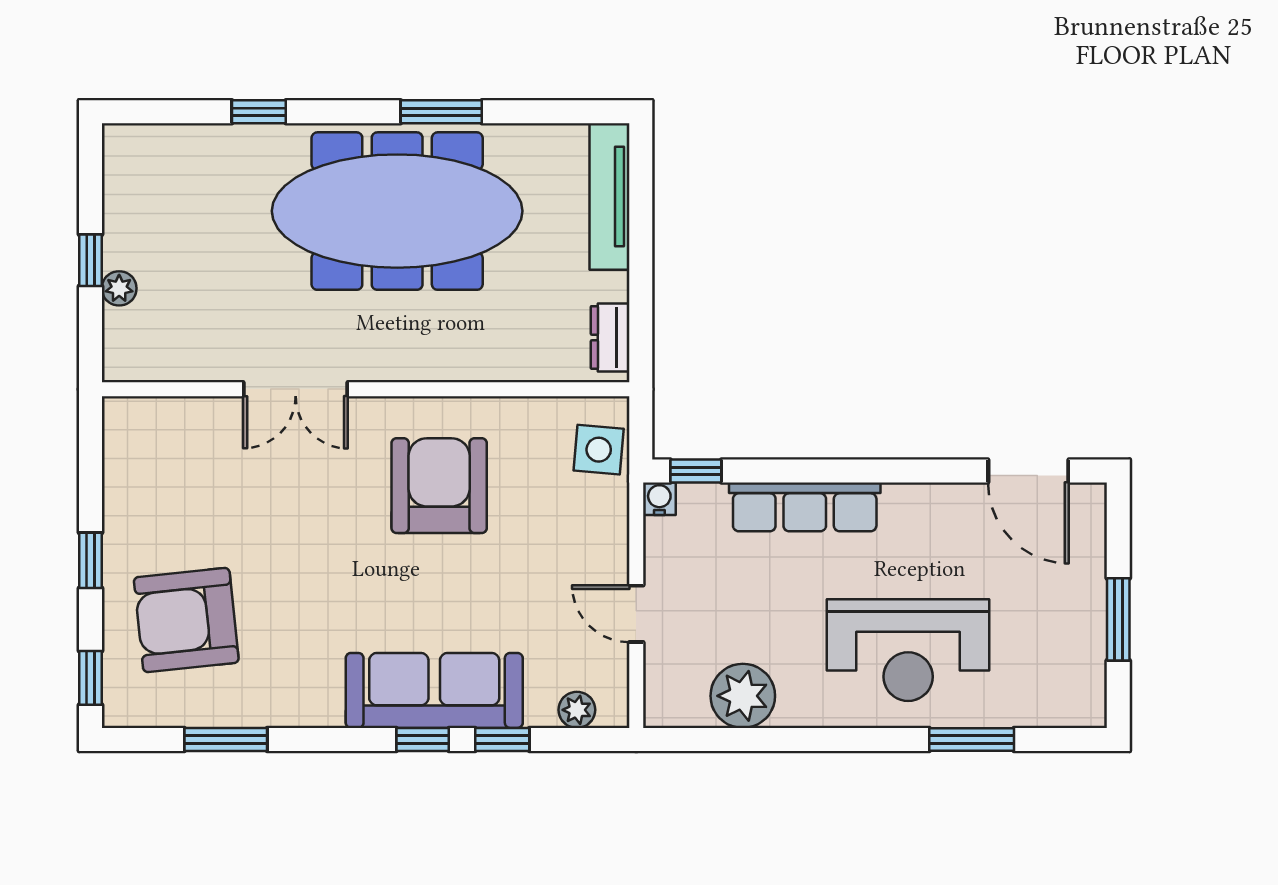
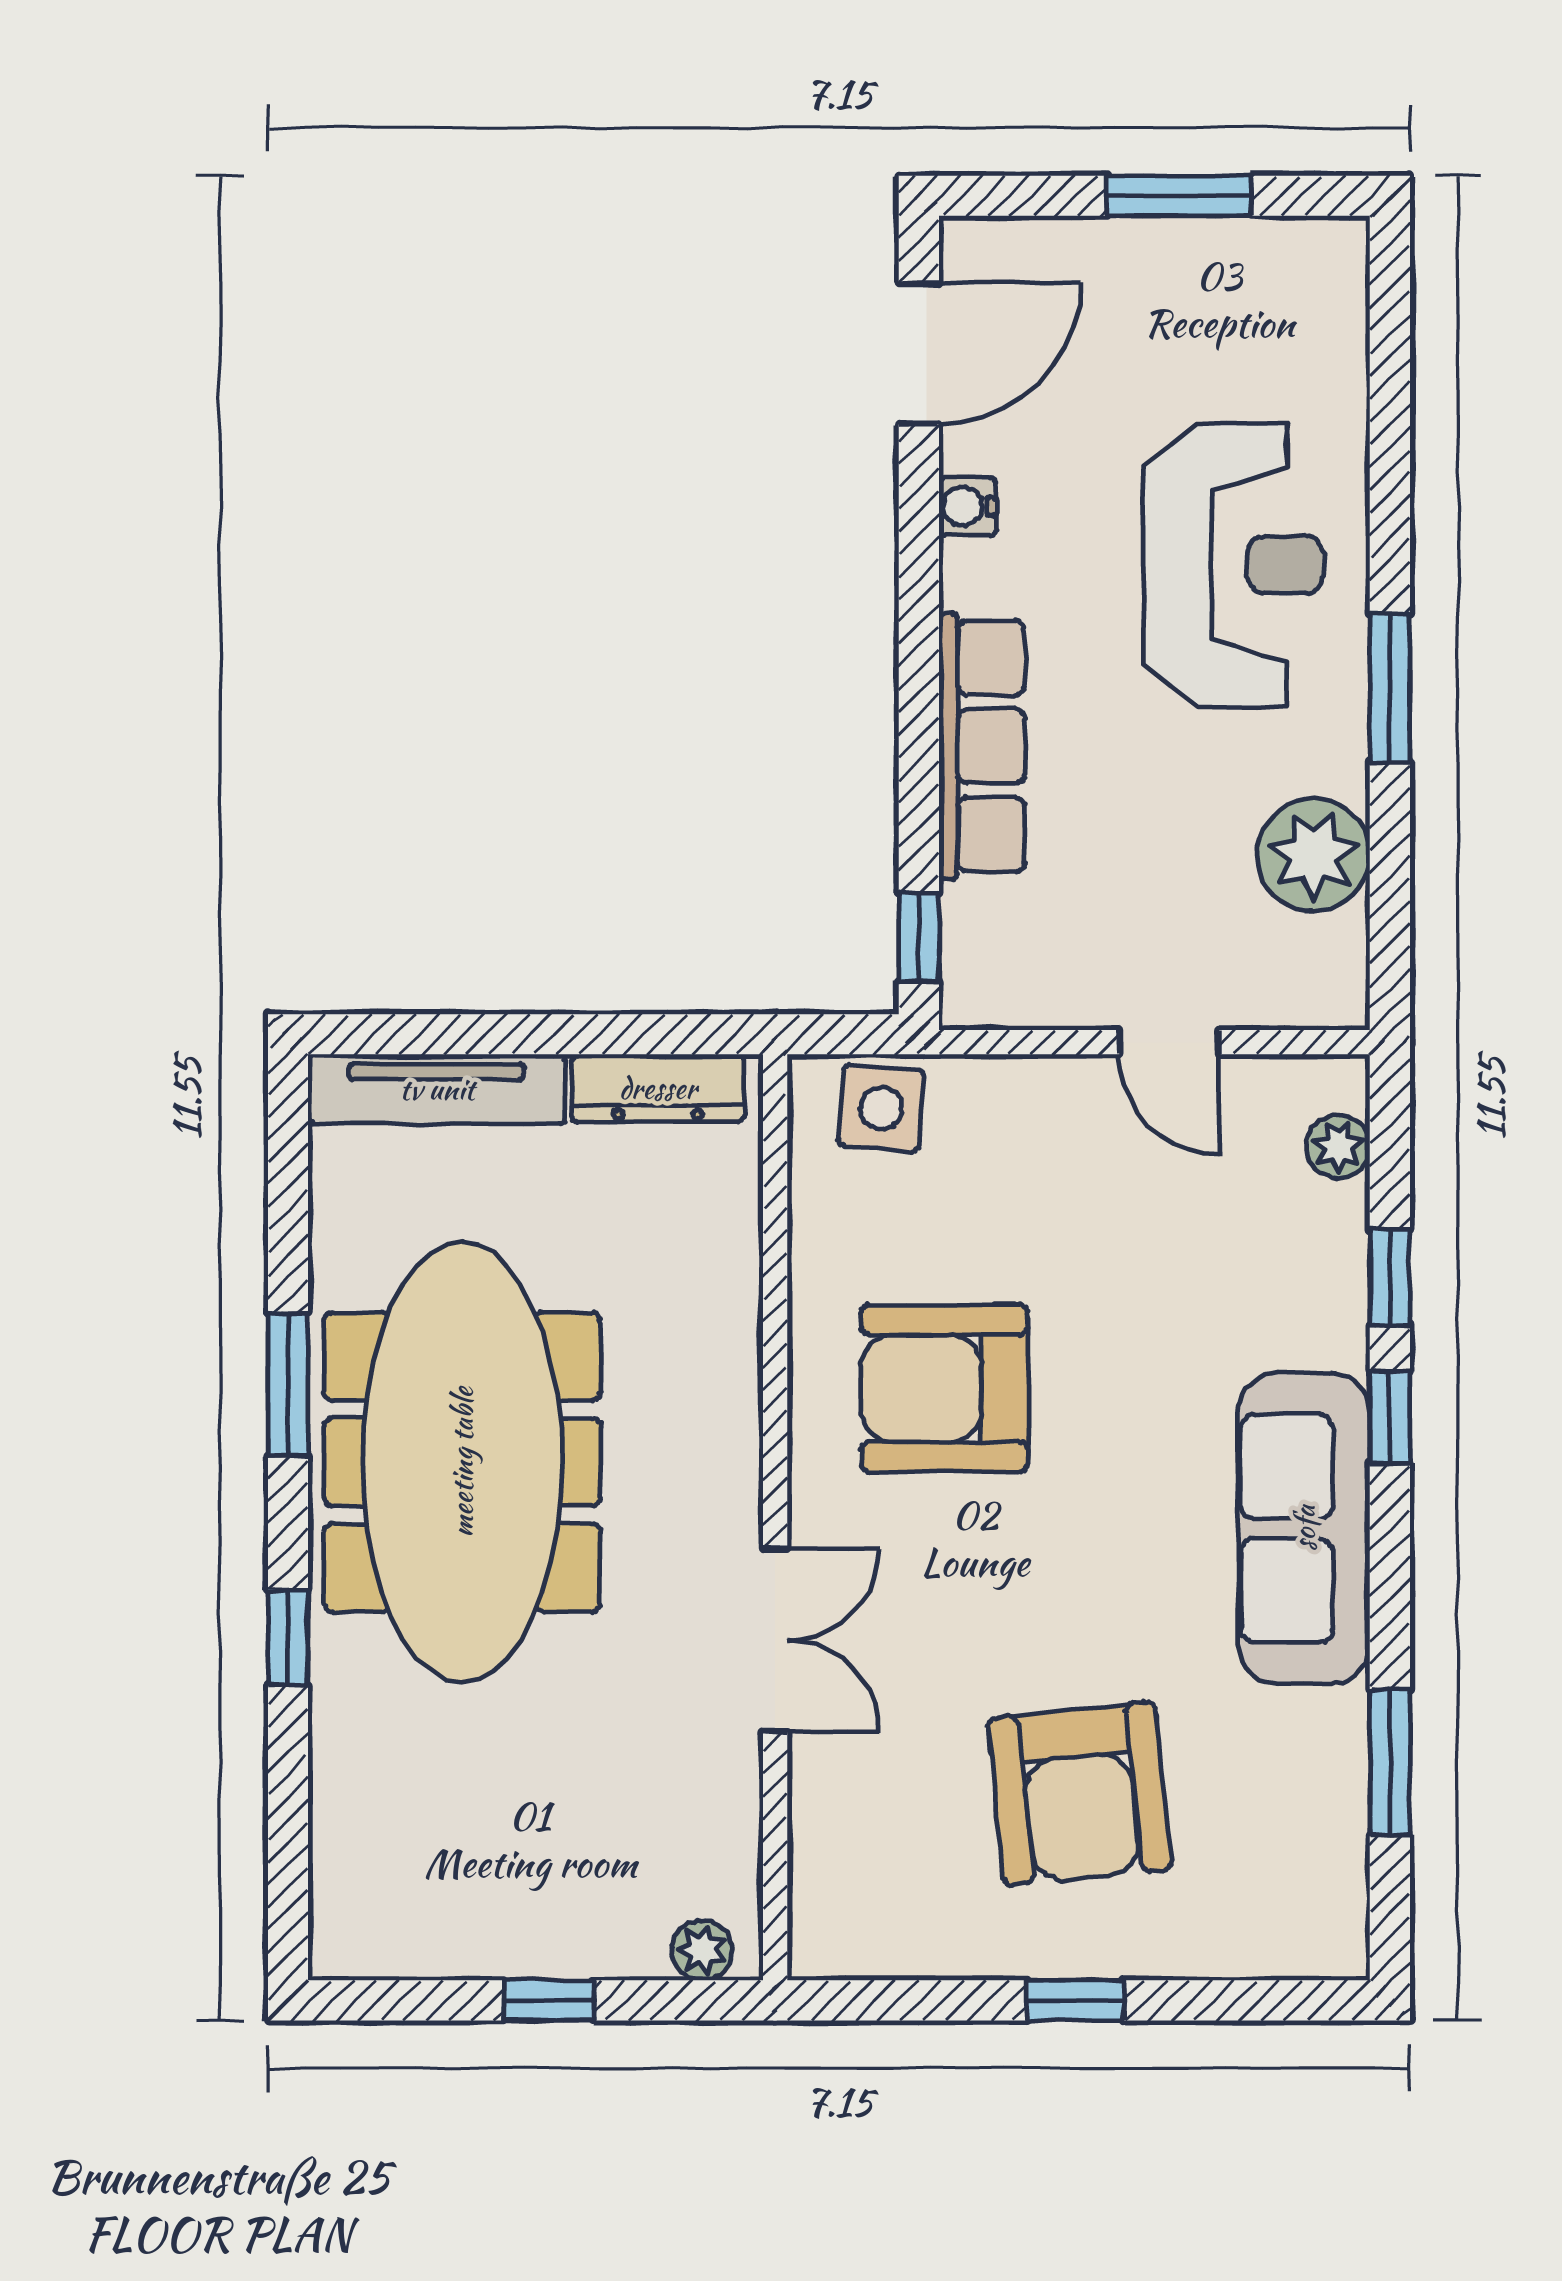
window: (259, 112) -> (288, 1637), moved
plant: (119, 288) -> (702, 1950), moved
dresser: (610, 337) -> (658, 1088), width x1.44
water cooler: (659, 499) -> (967, 506), moved
door: (636, 614) -> (1169, 1042), hinge flipped
armchair: (186, 620) -> (1080, 1794), moved
window: (90, 678) -> (1282, 2000), removed
sofa: (434, 690) -> (1304, 1528), moved
window: (972, 739) -> (1390, 688), moved

